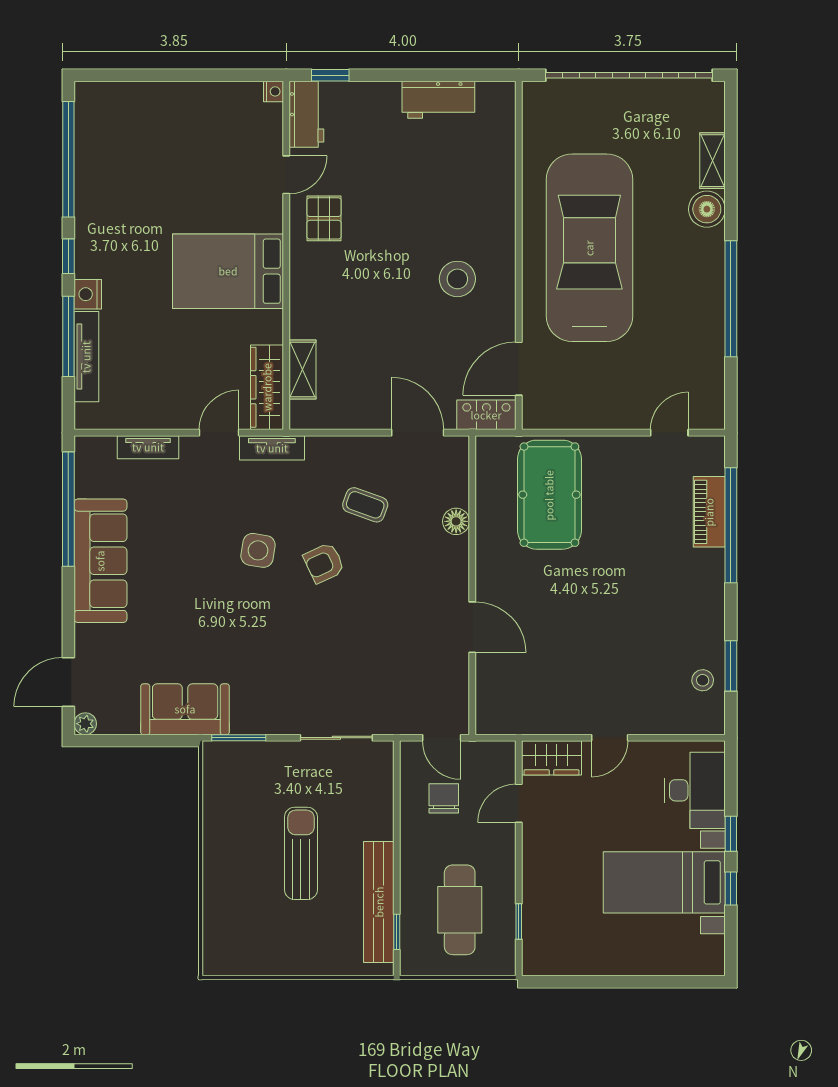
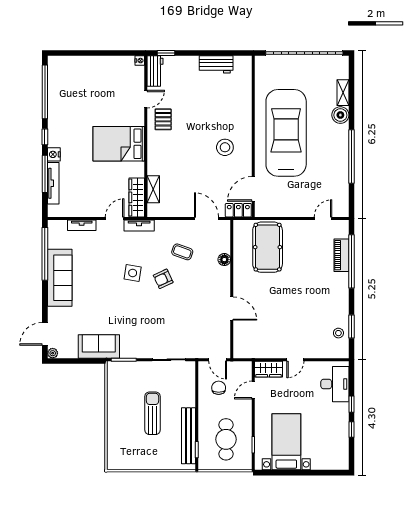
bed with nightstands: (664, 882) -> (286, 442), moved, turned 90

